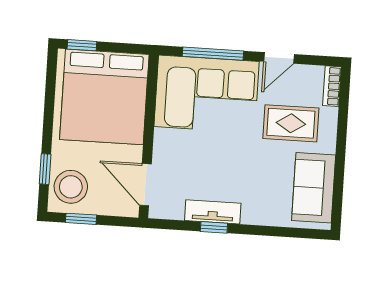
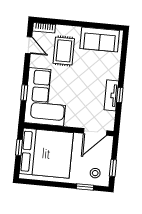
window: (82, 45) -> (19, 147), moved
window: (213, 54) -> (24, 93), width x0.46
door: (279, 58) -> (29, 45), moved
stool: (71, 187) -> (95, 173), width x0.53, depth x0.53

